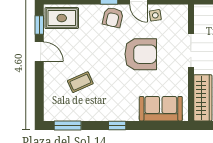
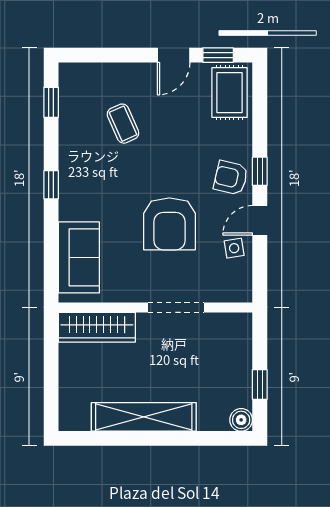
window: (68, 125) -> (51, 102), width x0.67

